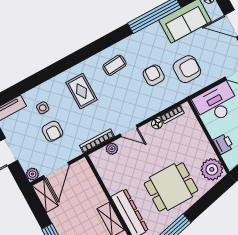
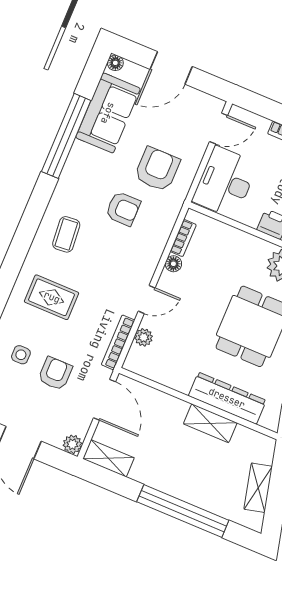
armchair: (154, 75) -> (123, 209), turned 180
armchair: (52, 131) -> (55, 374), turned -90
door: (56, 170) -> (104, 400), moved

